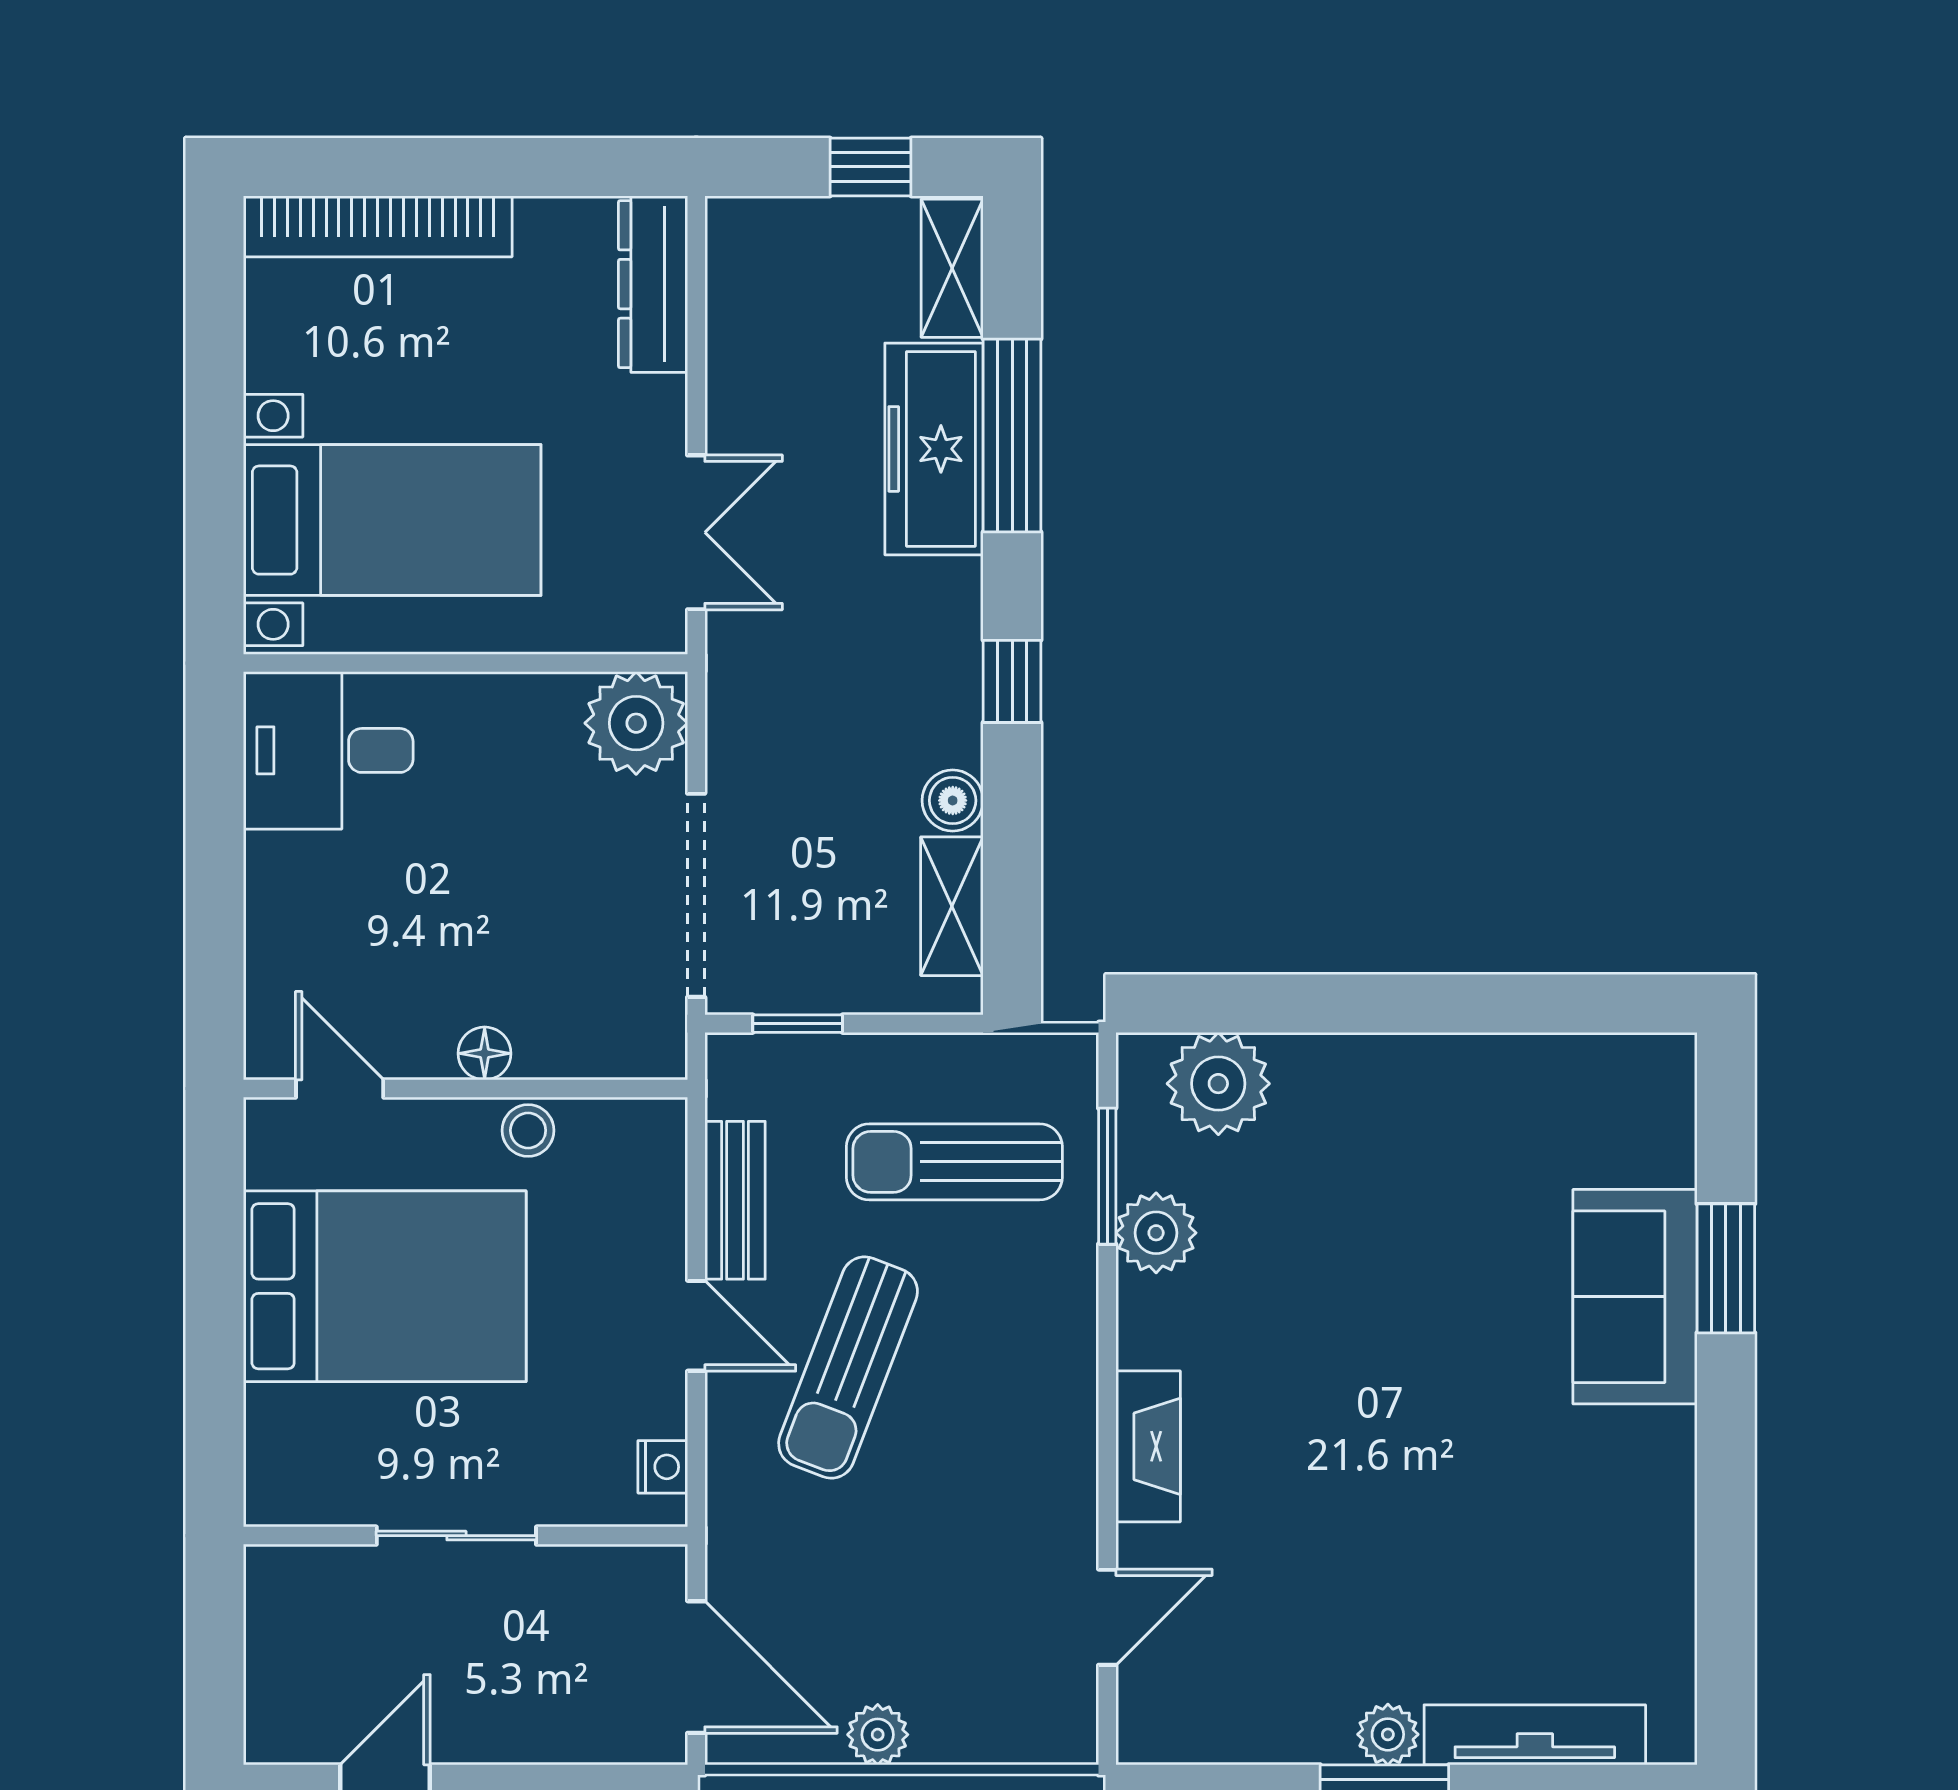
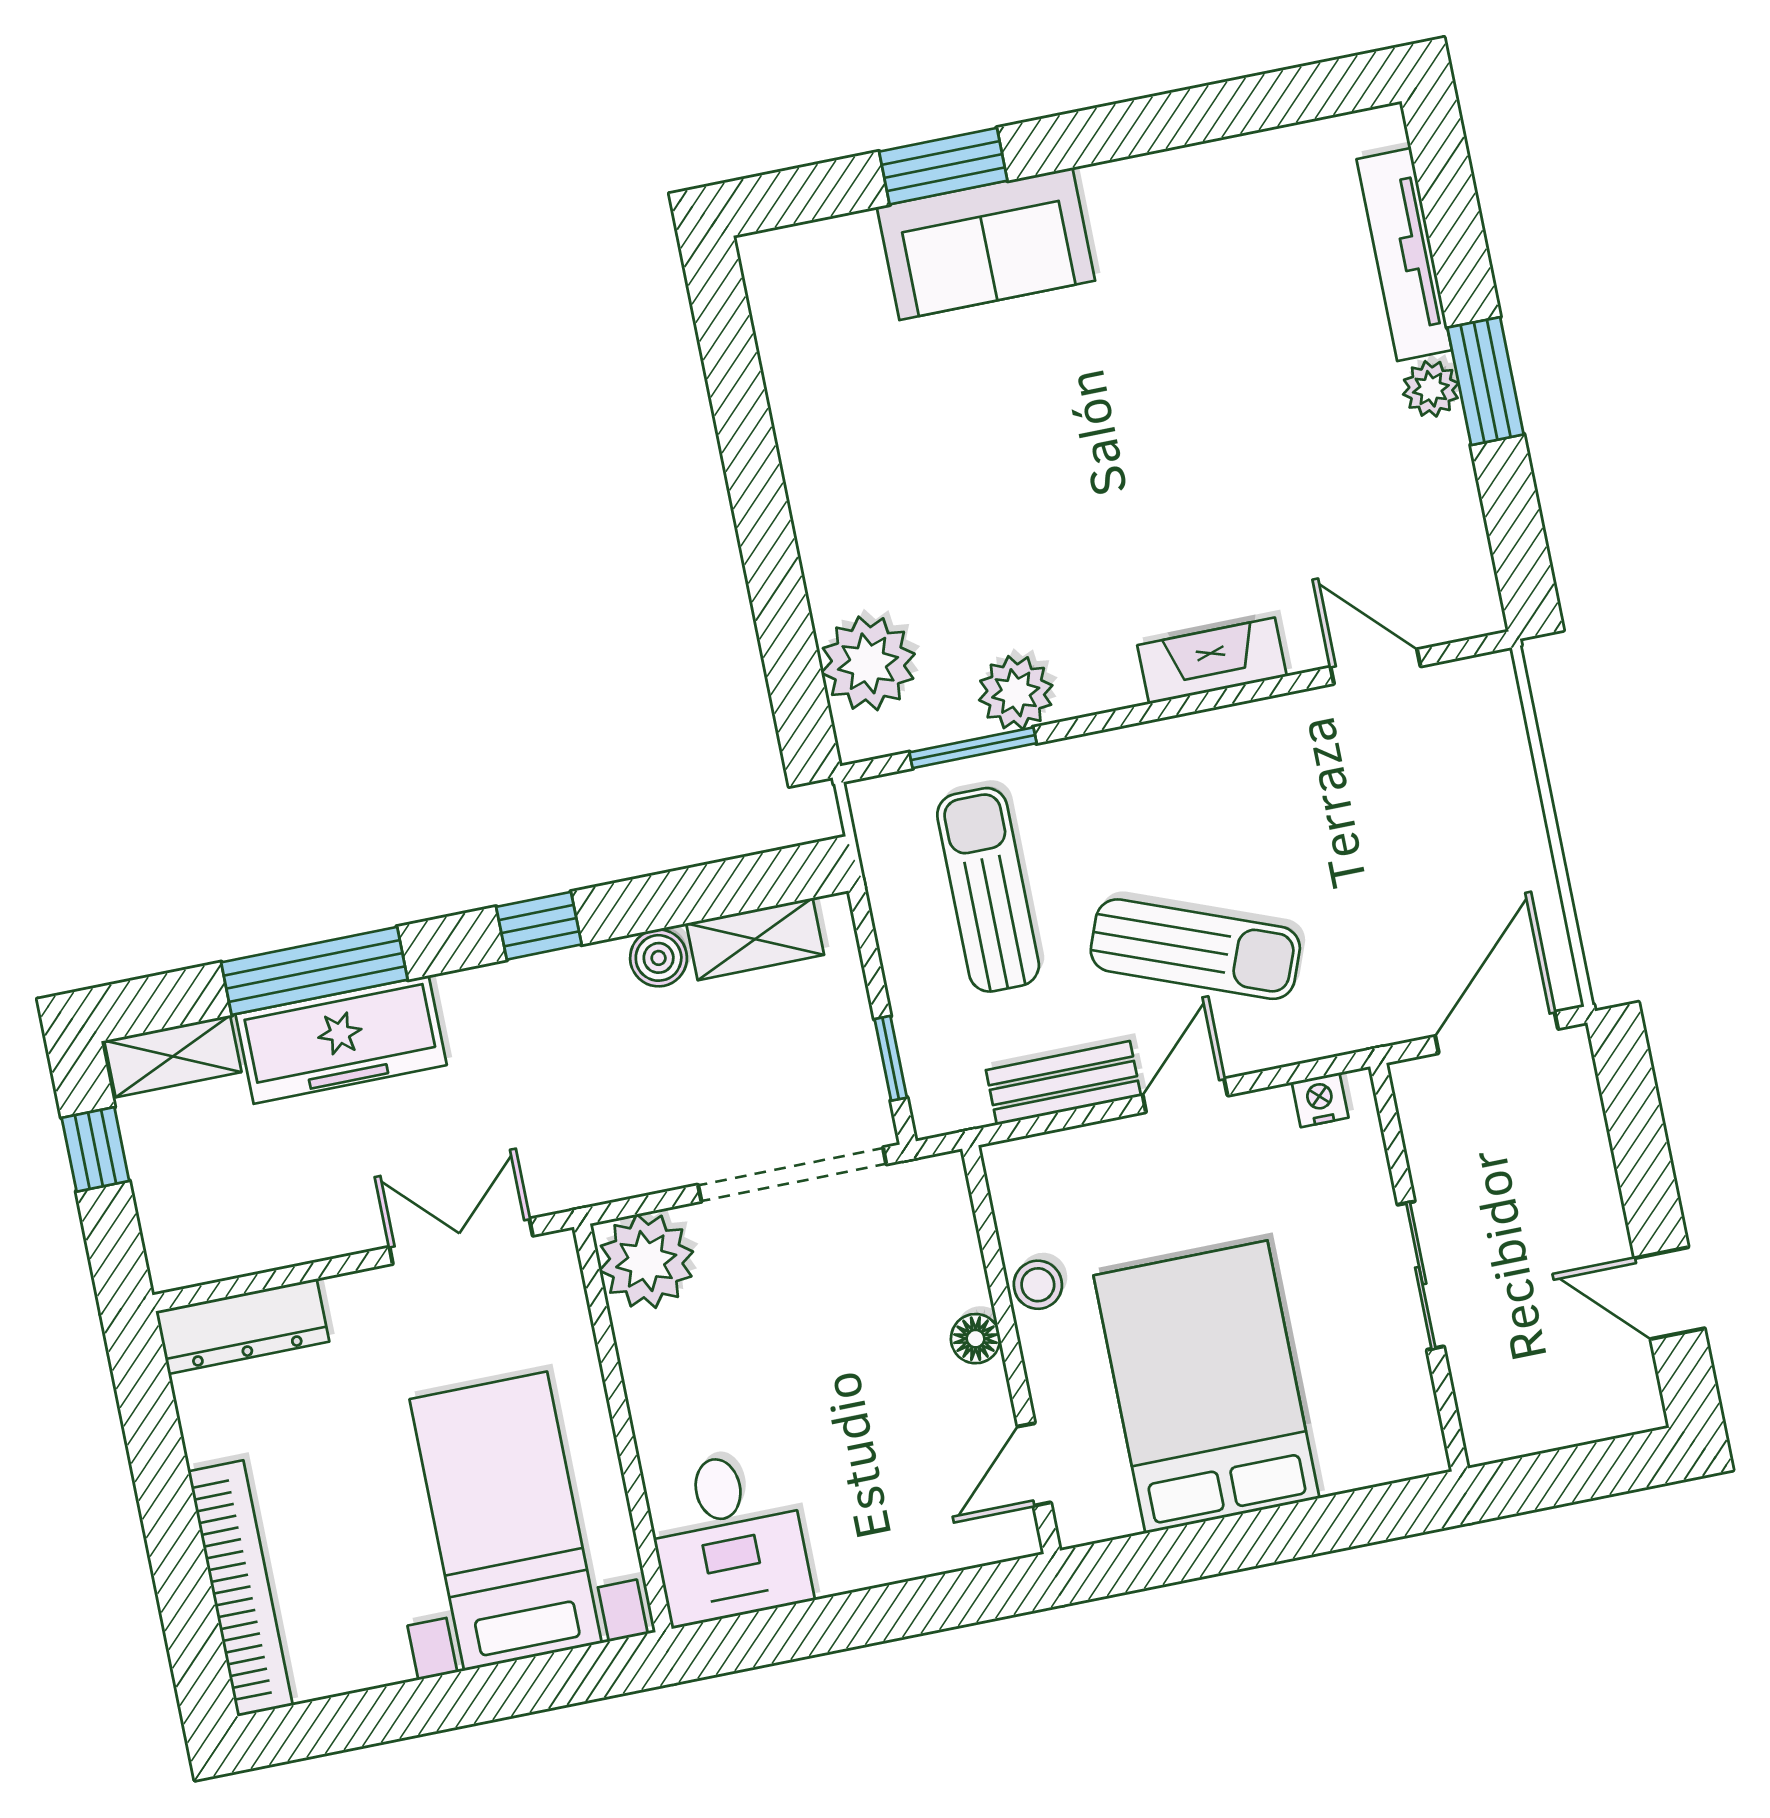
sun lounger: (954, 1162) -> (988, 890), turned 180
plant: (878, 1735) -> (1525, 854), removed

